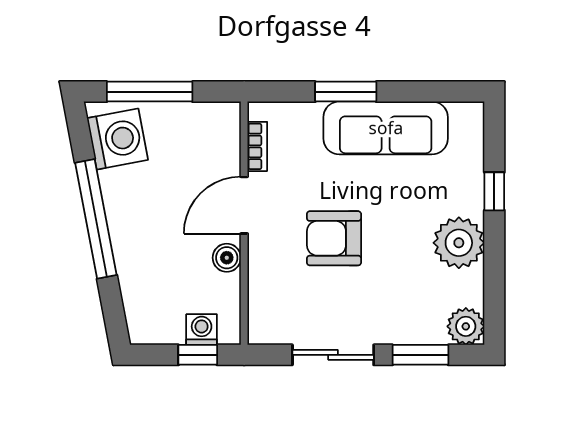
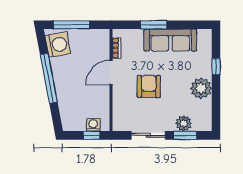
armchair: (334, 238) -> (149, 86), turned 90
boiler: (227, 258) -> (104, 95), removed
plant: (466, 326) -> (184, 123), moved

